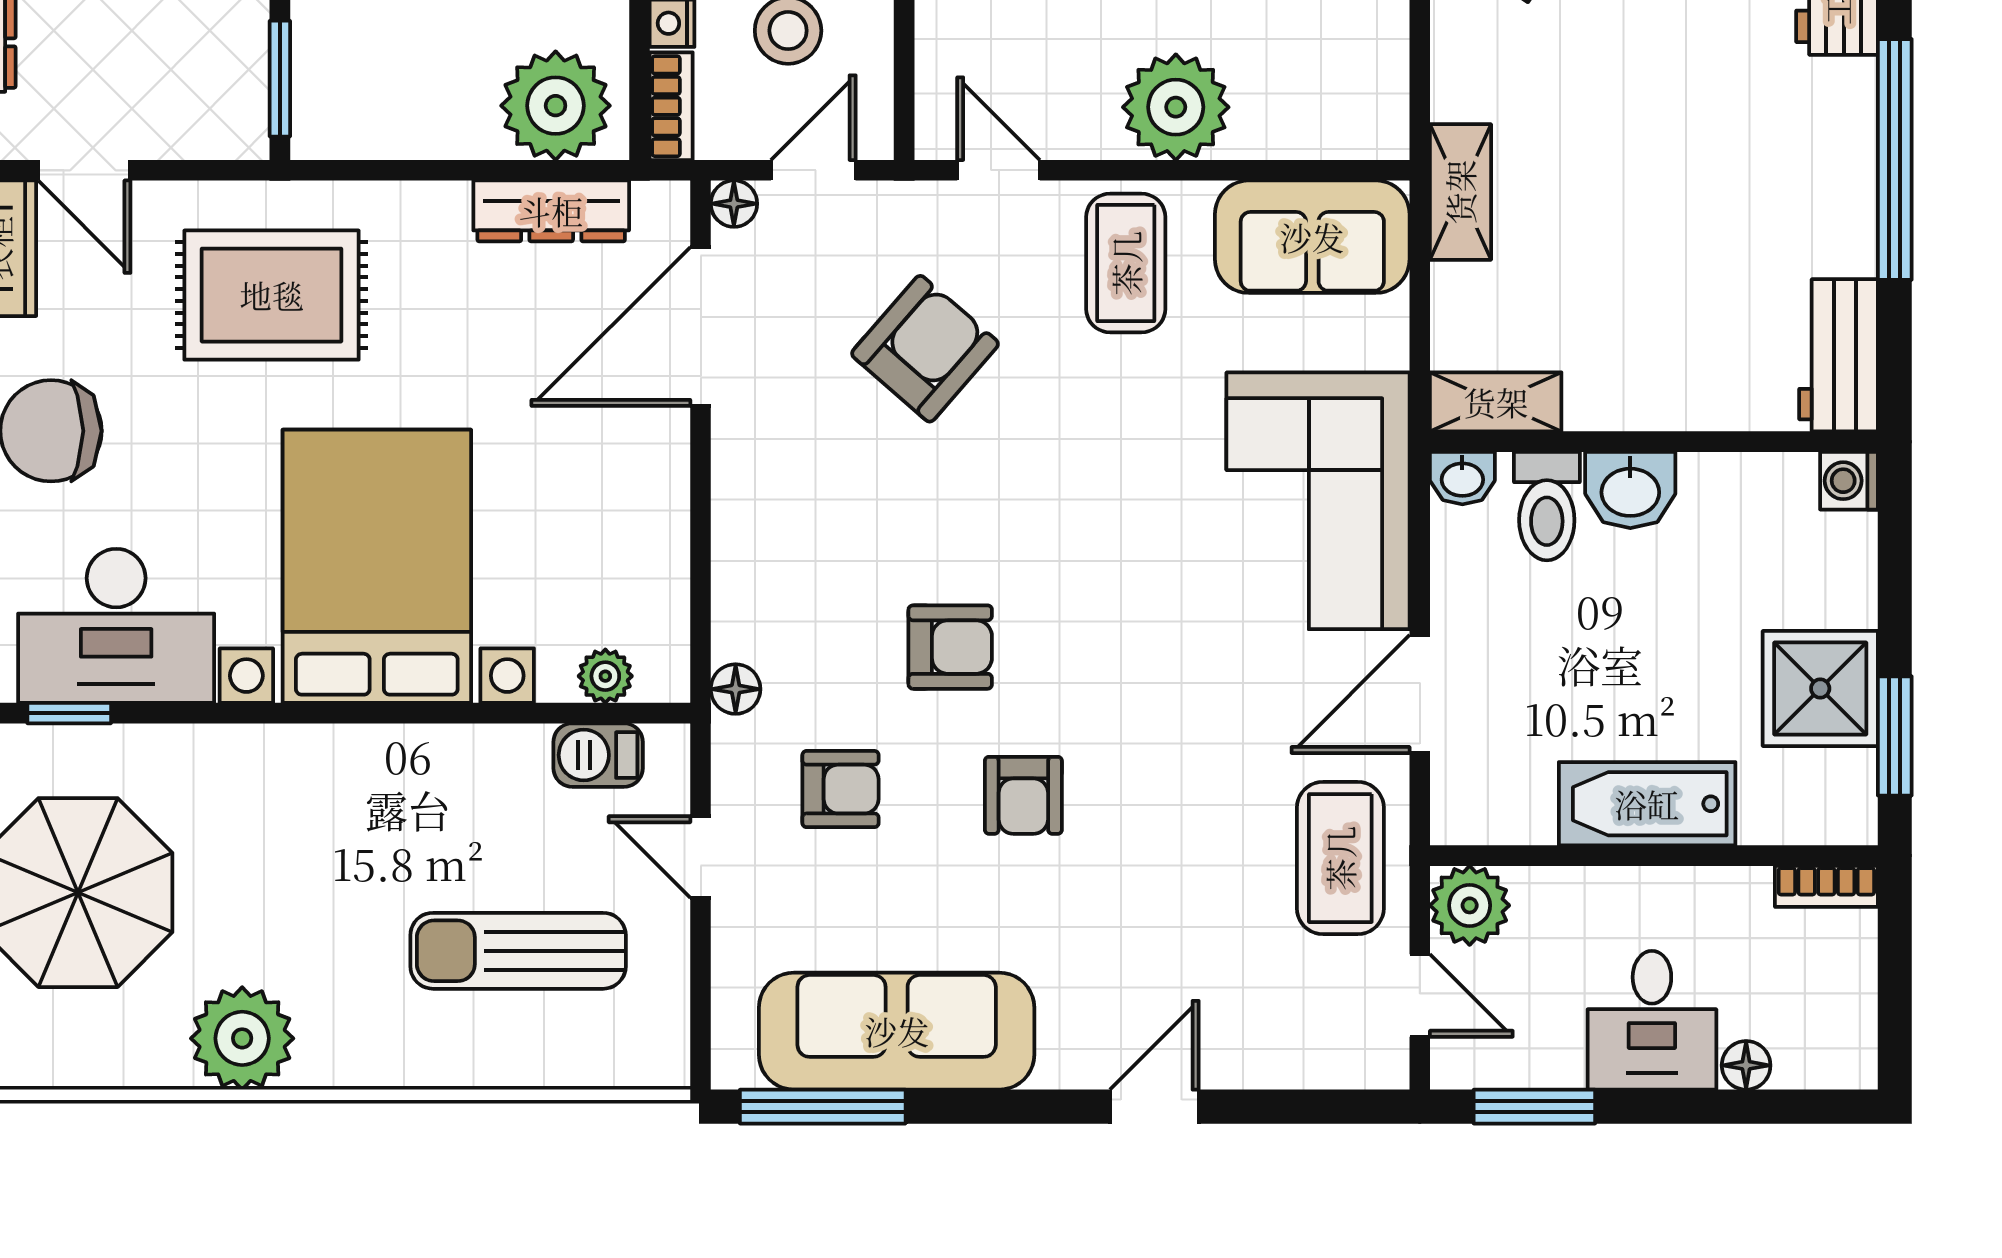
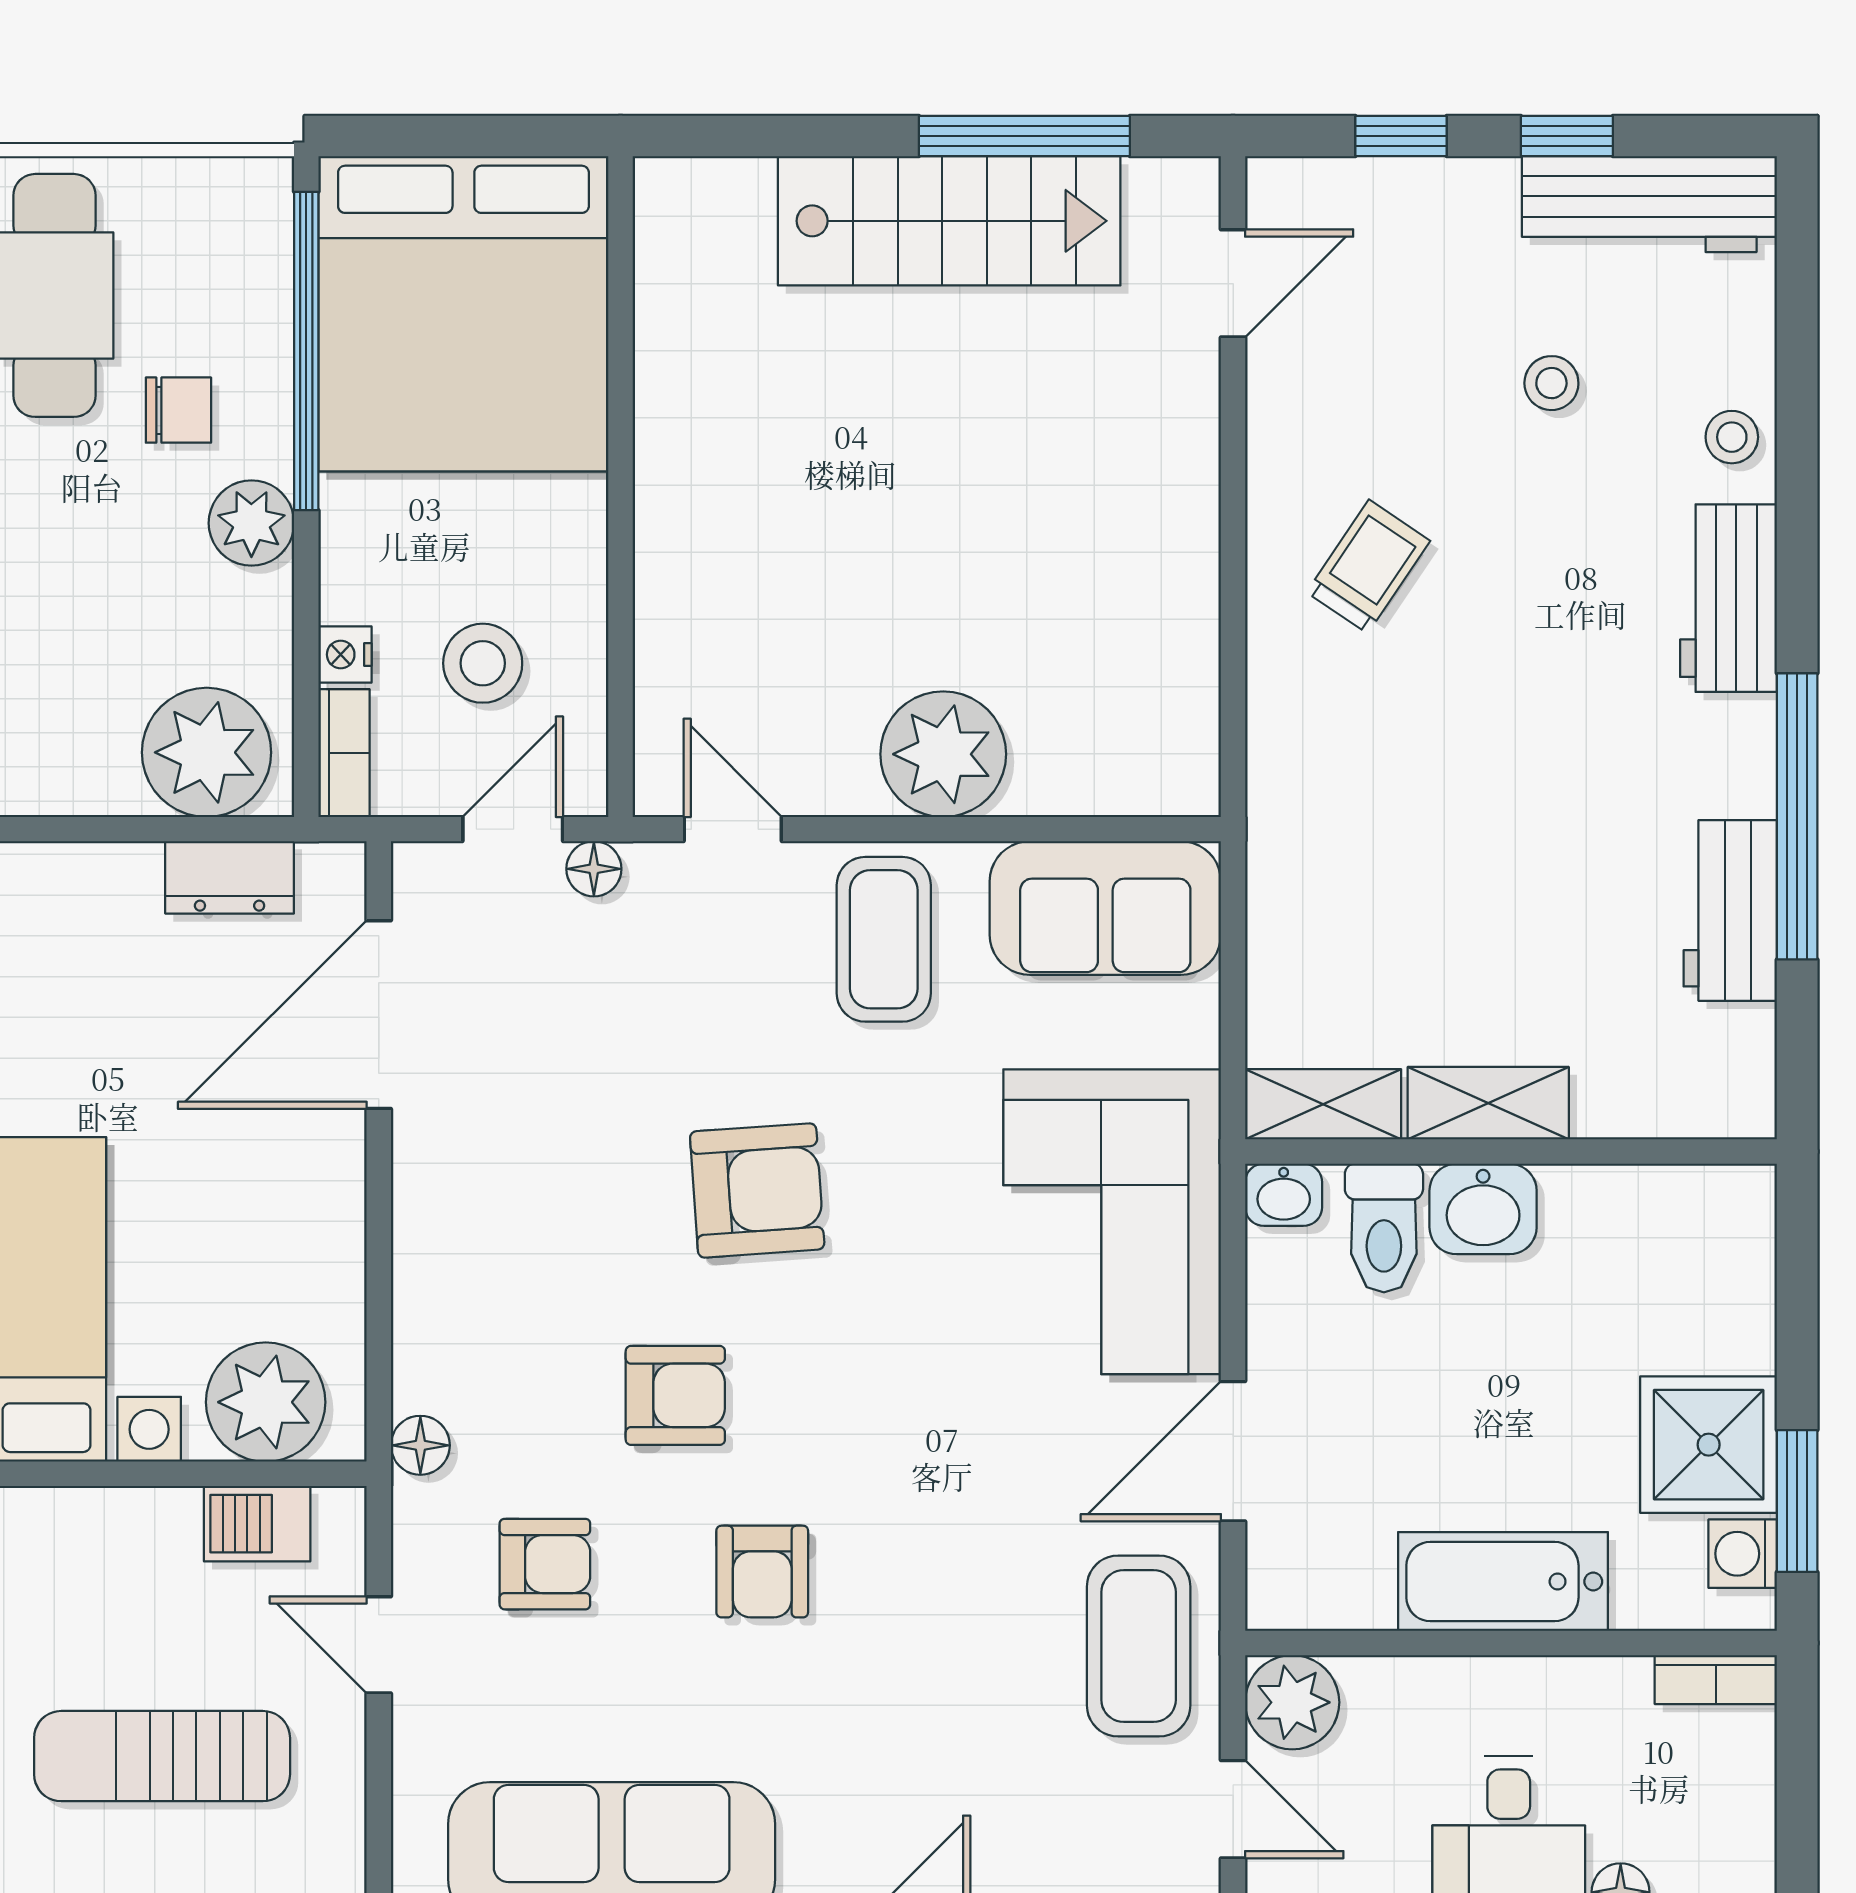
shelving: (1460, 192) -> (1488, 1103), moved, turned 90
floor lamp: (734, 204) -> (594, 869), moved
dresser: (551, 211) -> (230, 877), width x0.70
armchair: (925, 349) -> (757, 1190), moved, turned 45
workbench: (1838, 355) -> (1730, 910), moved
washing machine: (1849, 481) -> (1743, 1554), moved
plant: (605, 676) -> (266, 1402), width x1.87, depth x1.87

